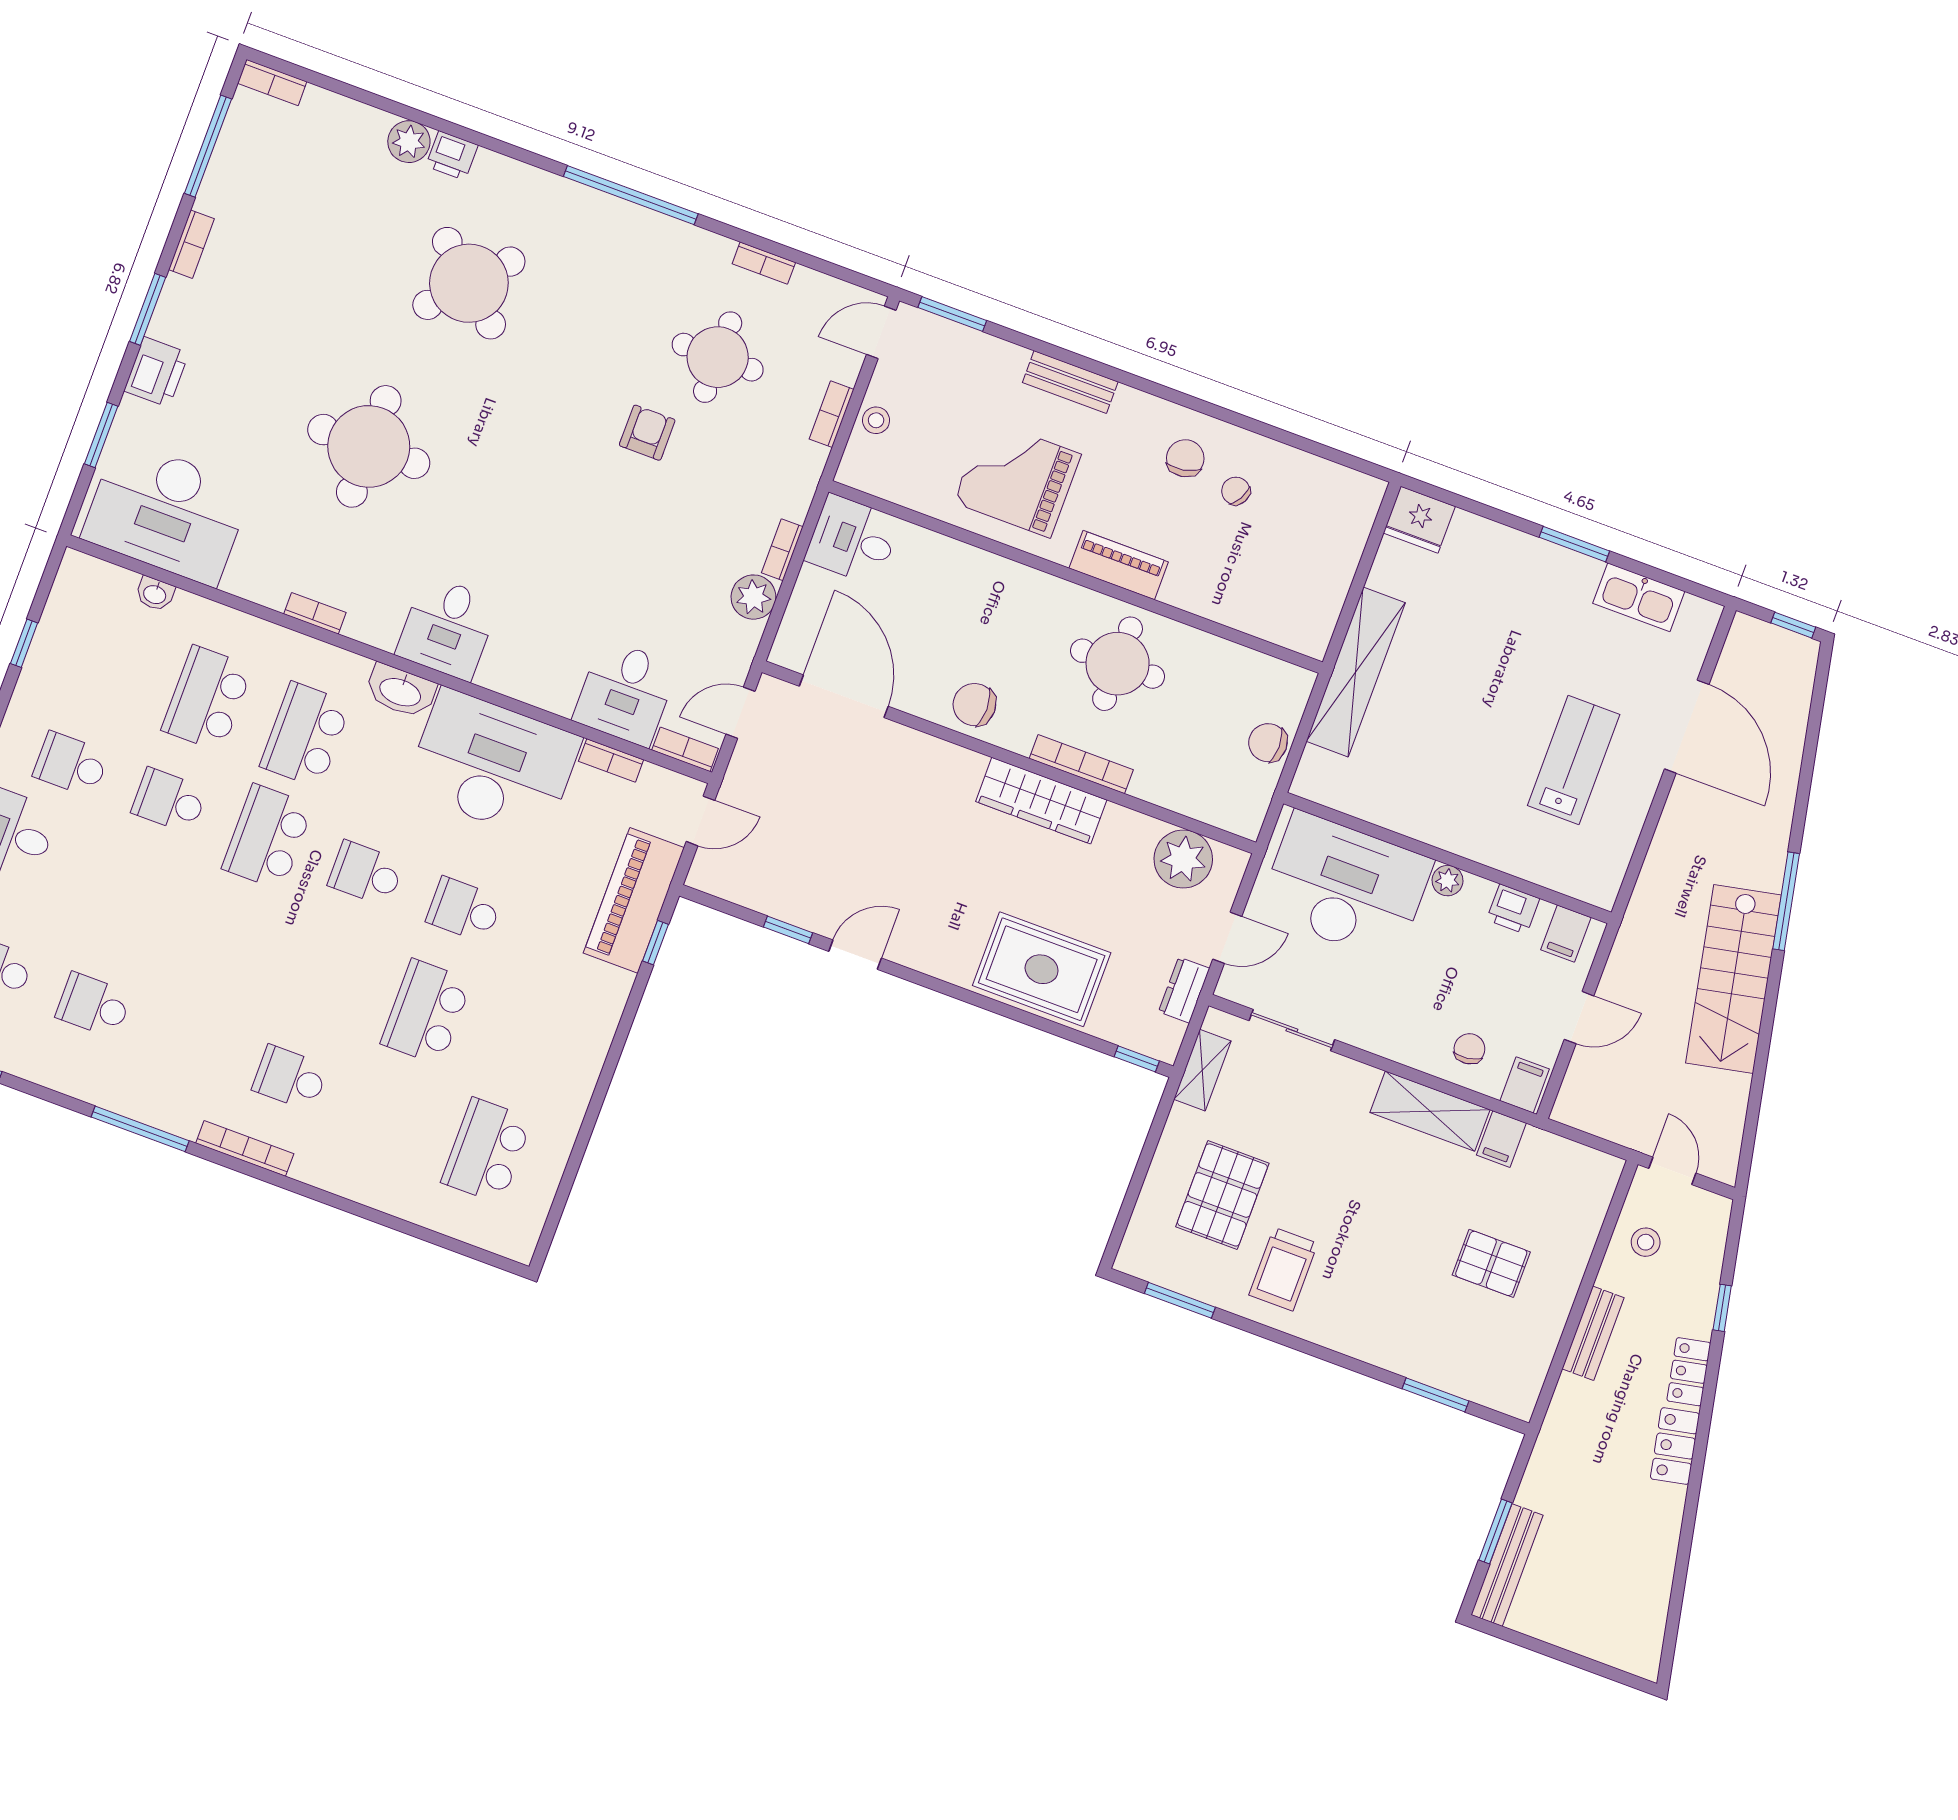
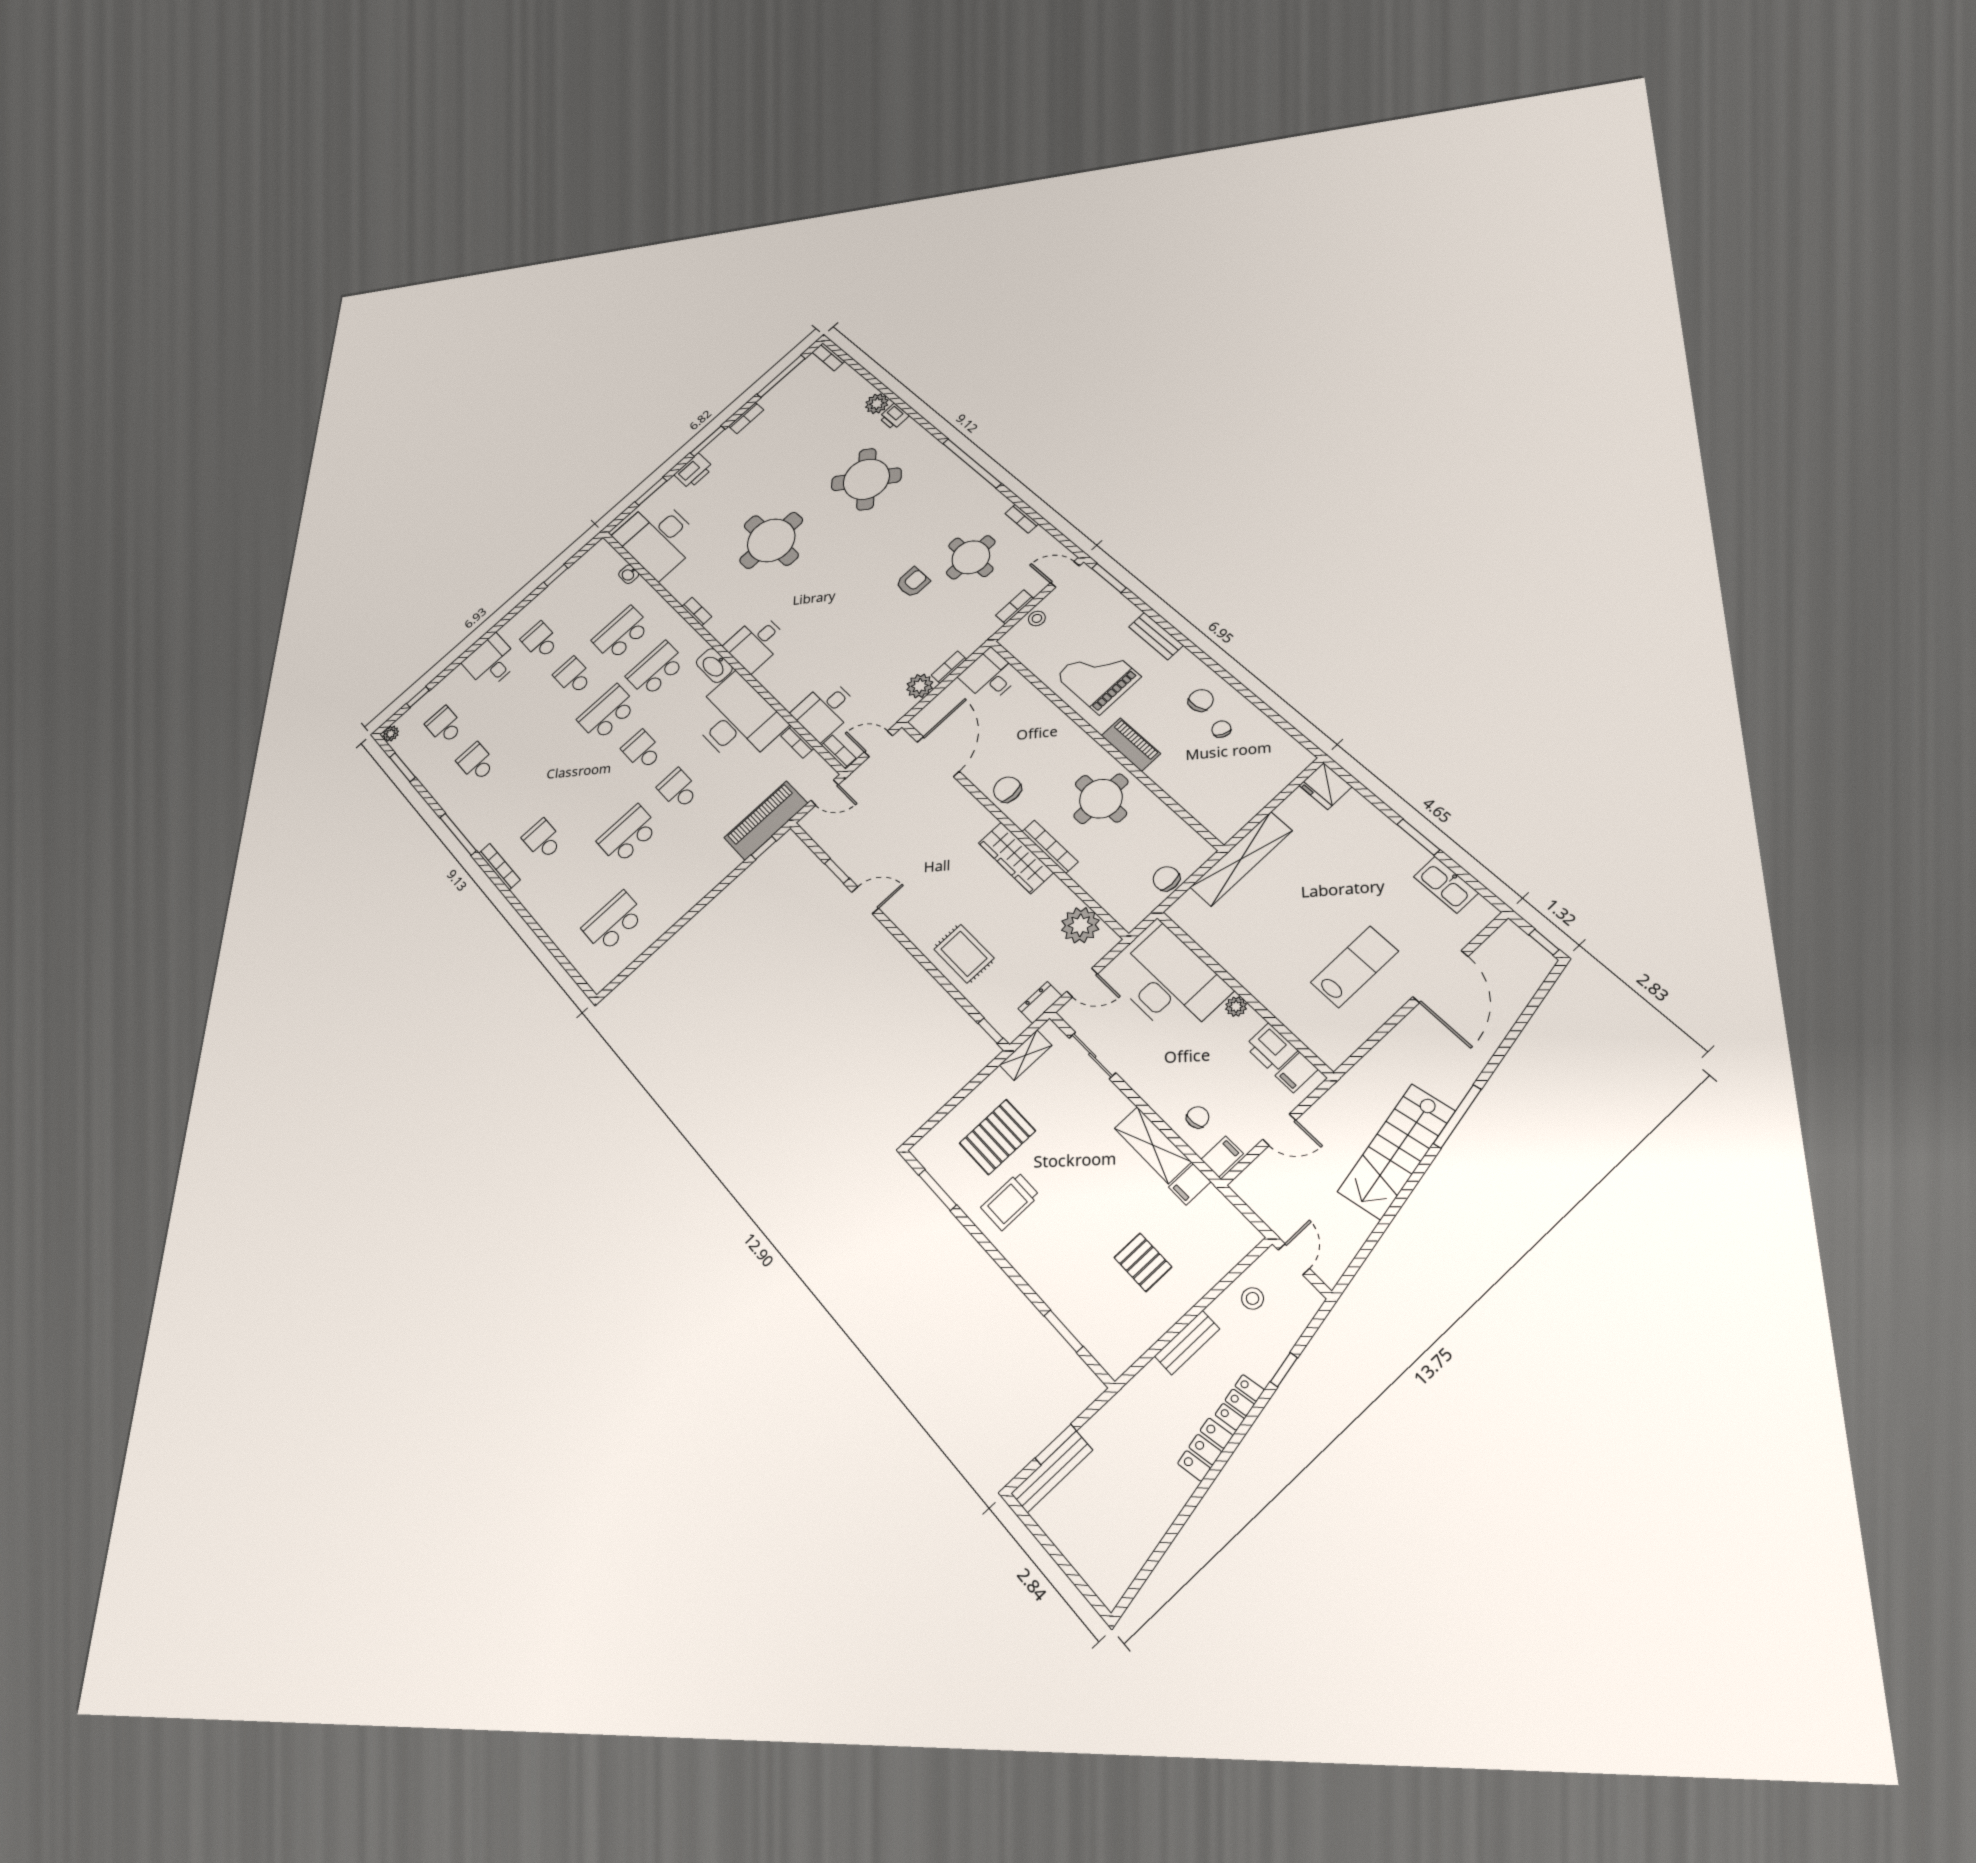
printer: (1513, 909) -> (1271, 1048), width x1.36, depth x1.24
rug: (1042, 969) -> (964, 954), width x0.73, depth x0.70

